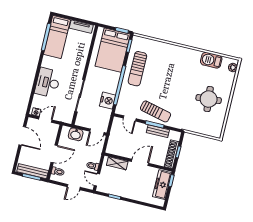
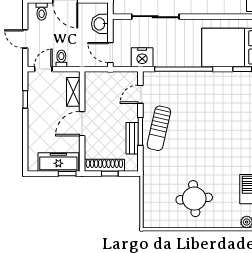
sun lounger: (137, 69) -> (213, 88), removed
nightstand: (108, 101) -> (142, 57), moved
door: (140, 162) -> (82, 124), swing flipped

